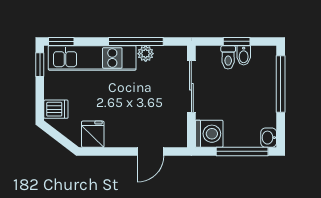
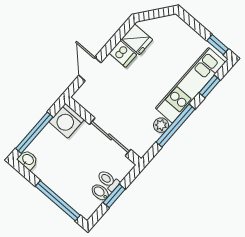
window: (61, 41) -> (210, 86), moved
dishwasher: (56, 109) -> (123, 54), moved, turned -90

